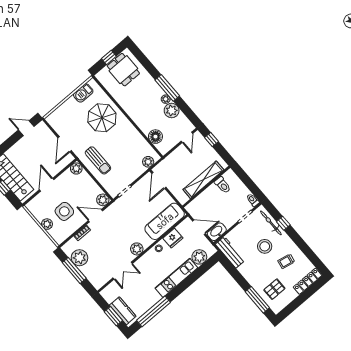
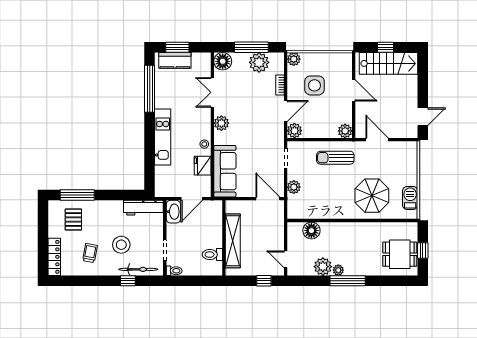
plant: (148, 162) -> (294, 187), moved
plant: (47, 224) -> (294, 59), moved
plant: (199, 257) -> (164, 175), removed
floor lamp: (98, 281) -> (223, 61), added

